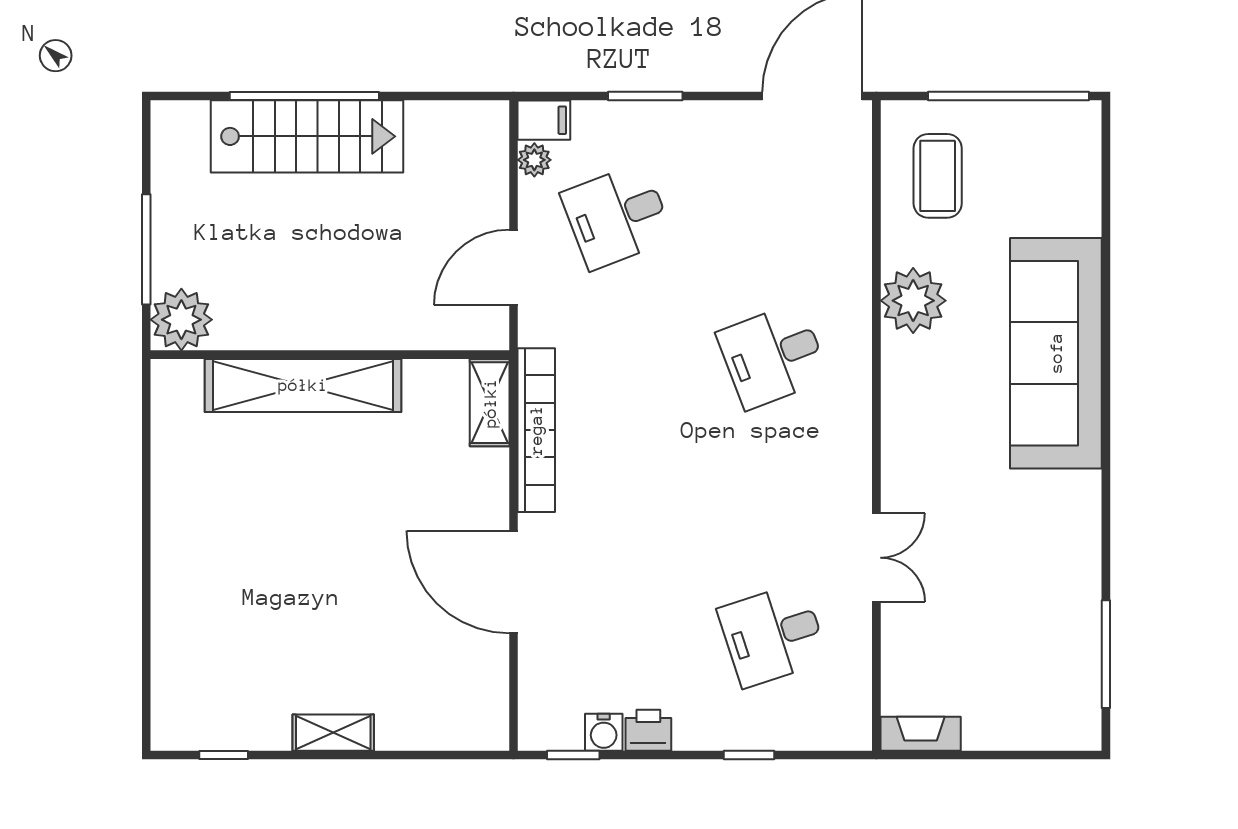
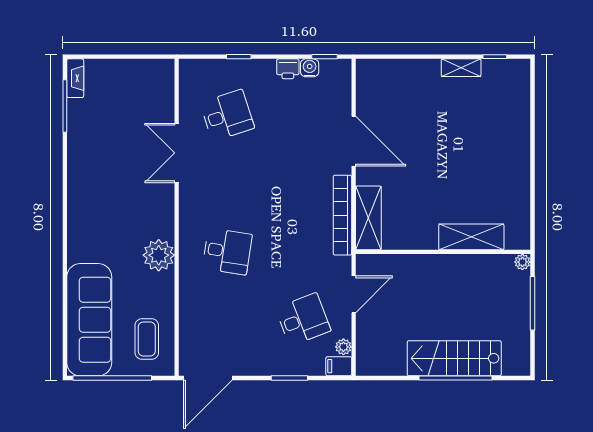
plant: (913, 301) -> (159, 255), moved
plant: (181, 320) -> (522, 262), width x0.53, depth x0.53
sofa: (1056, 353) -> (89, 320), moved
desk: (773, 356) -> (227, 251), turned 30
shelving: (303, 385) -> (471, 237), width x0.68
shelving: (490, 403) -> (368, 218), width x1.50, depth x1.33
double door: (876, 558) -> (177, 153), width x1.37
shelving: (333, 733) -> (461, 68), moved
fireplace: (921, 734) -> (75, 78), moved, turned -90

